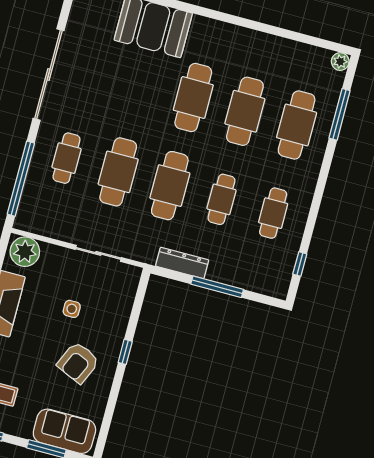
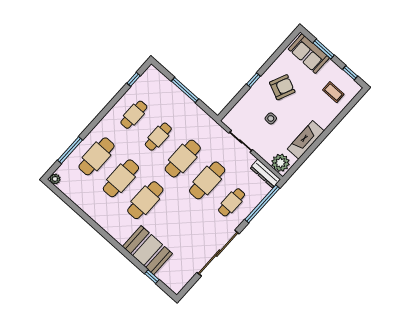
dresser: (182, 263) -> (265, 174), moved

